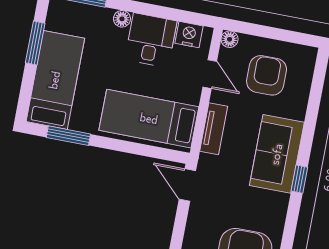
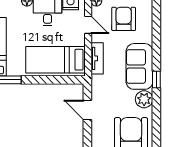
door: (187, 185) -> (87, 110), moved
plant: (274, 206) -> (144, 99), added

